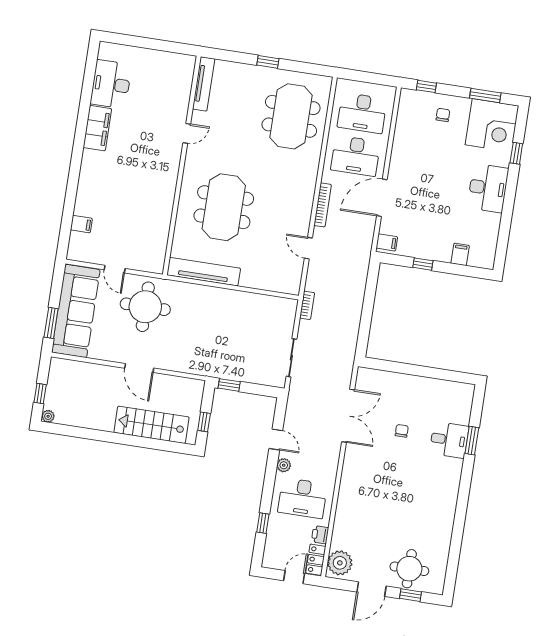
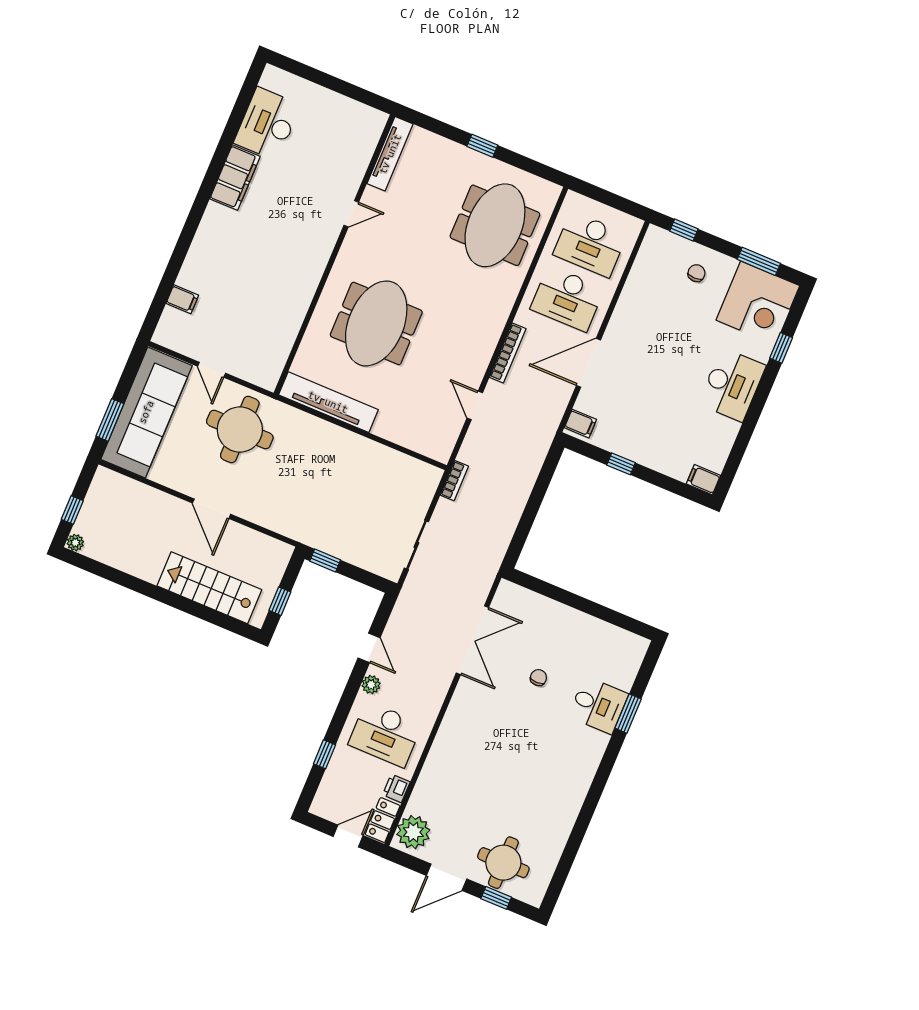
filing cabinet: (460, 254) -> (703, 480), moved, turned -90

